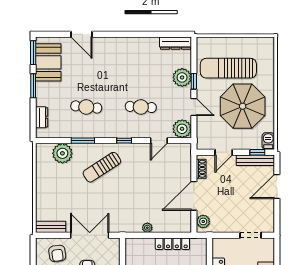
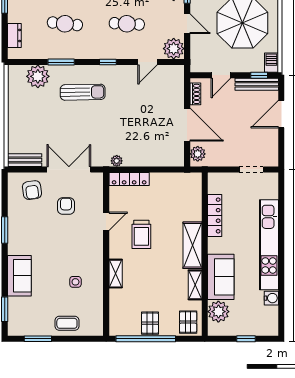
sun lounger: (102, 167) -> (83, 92), turned -148
door: (194, 196) -> (187, 125), swing flipped
plant: (147, 228) -> (117, 161), moved
locker: (172, 244) -> (129, 179), moved

